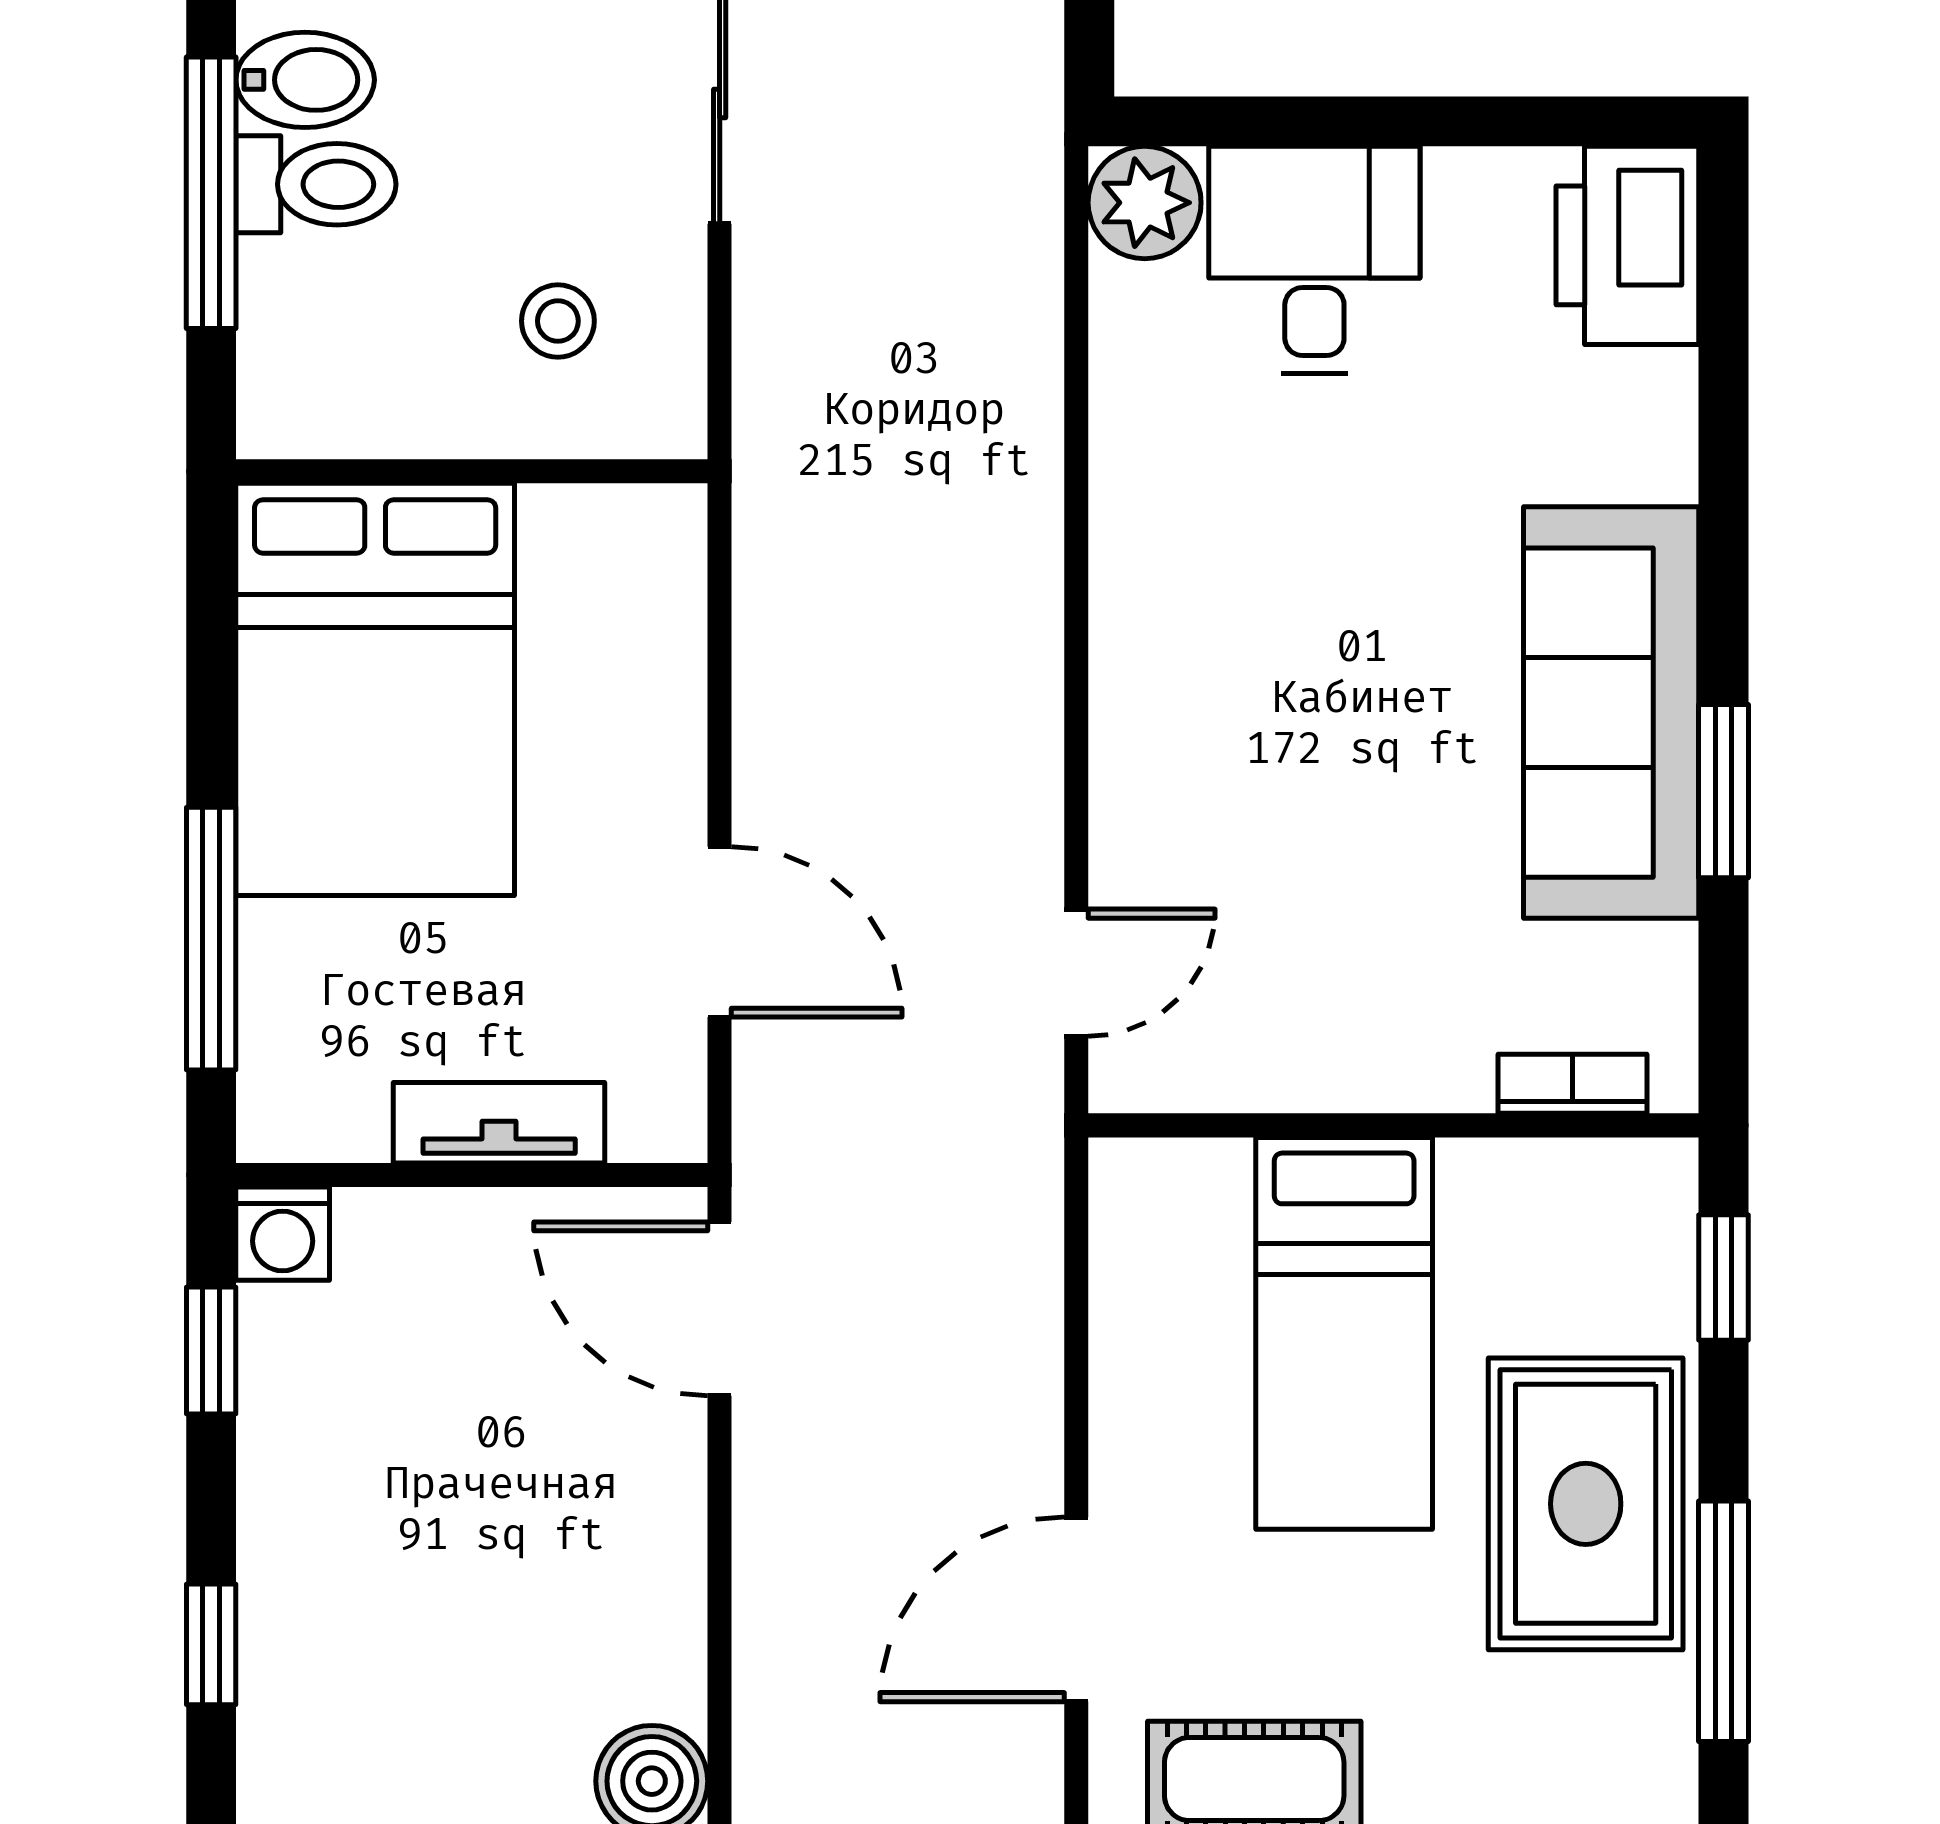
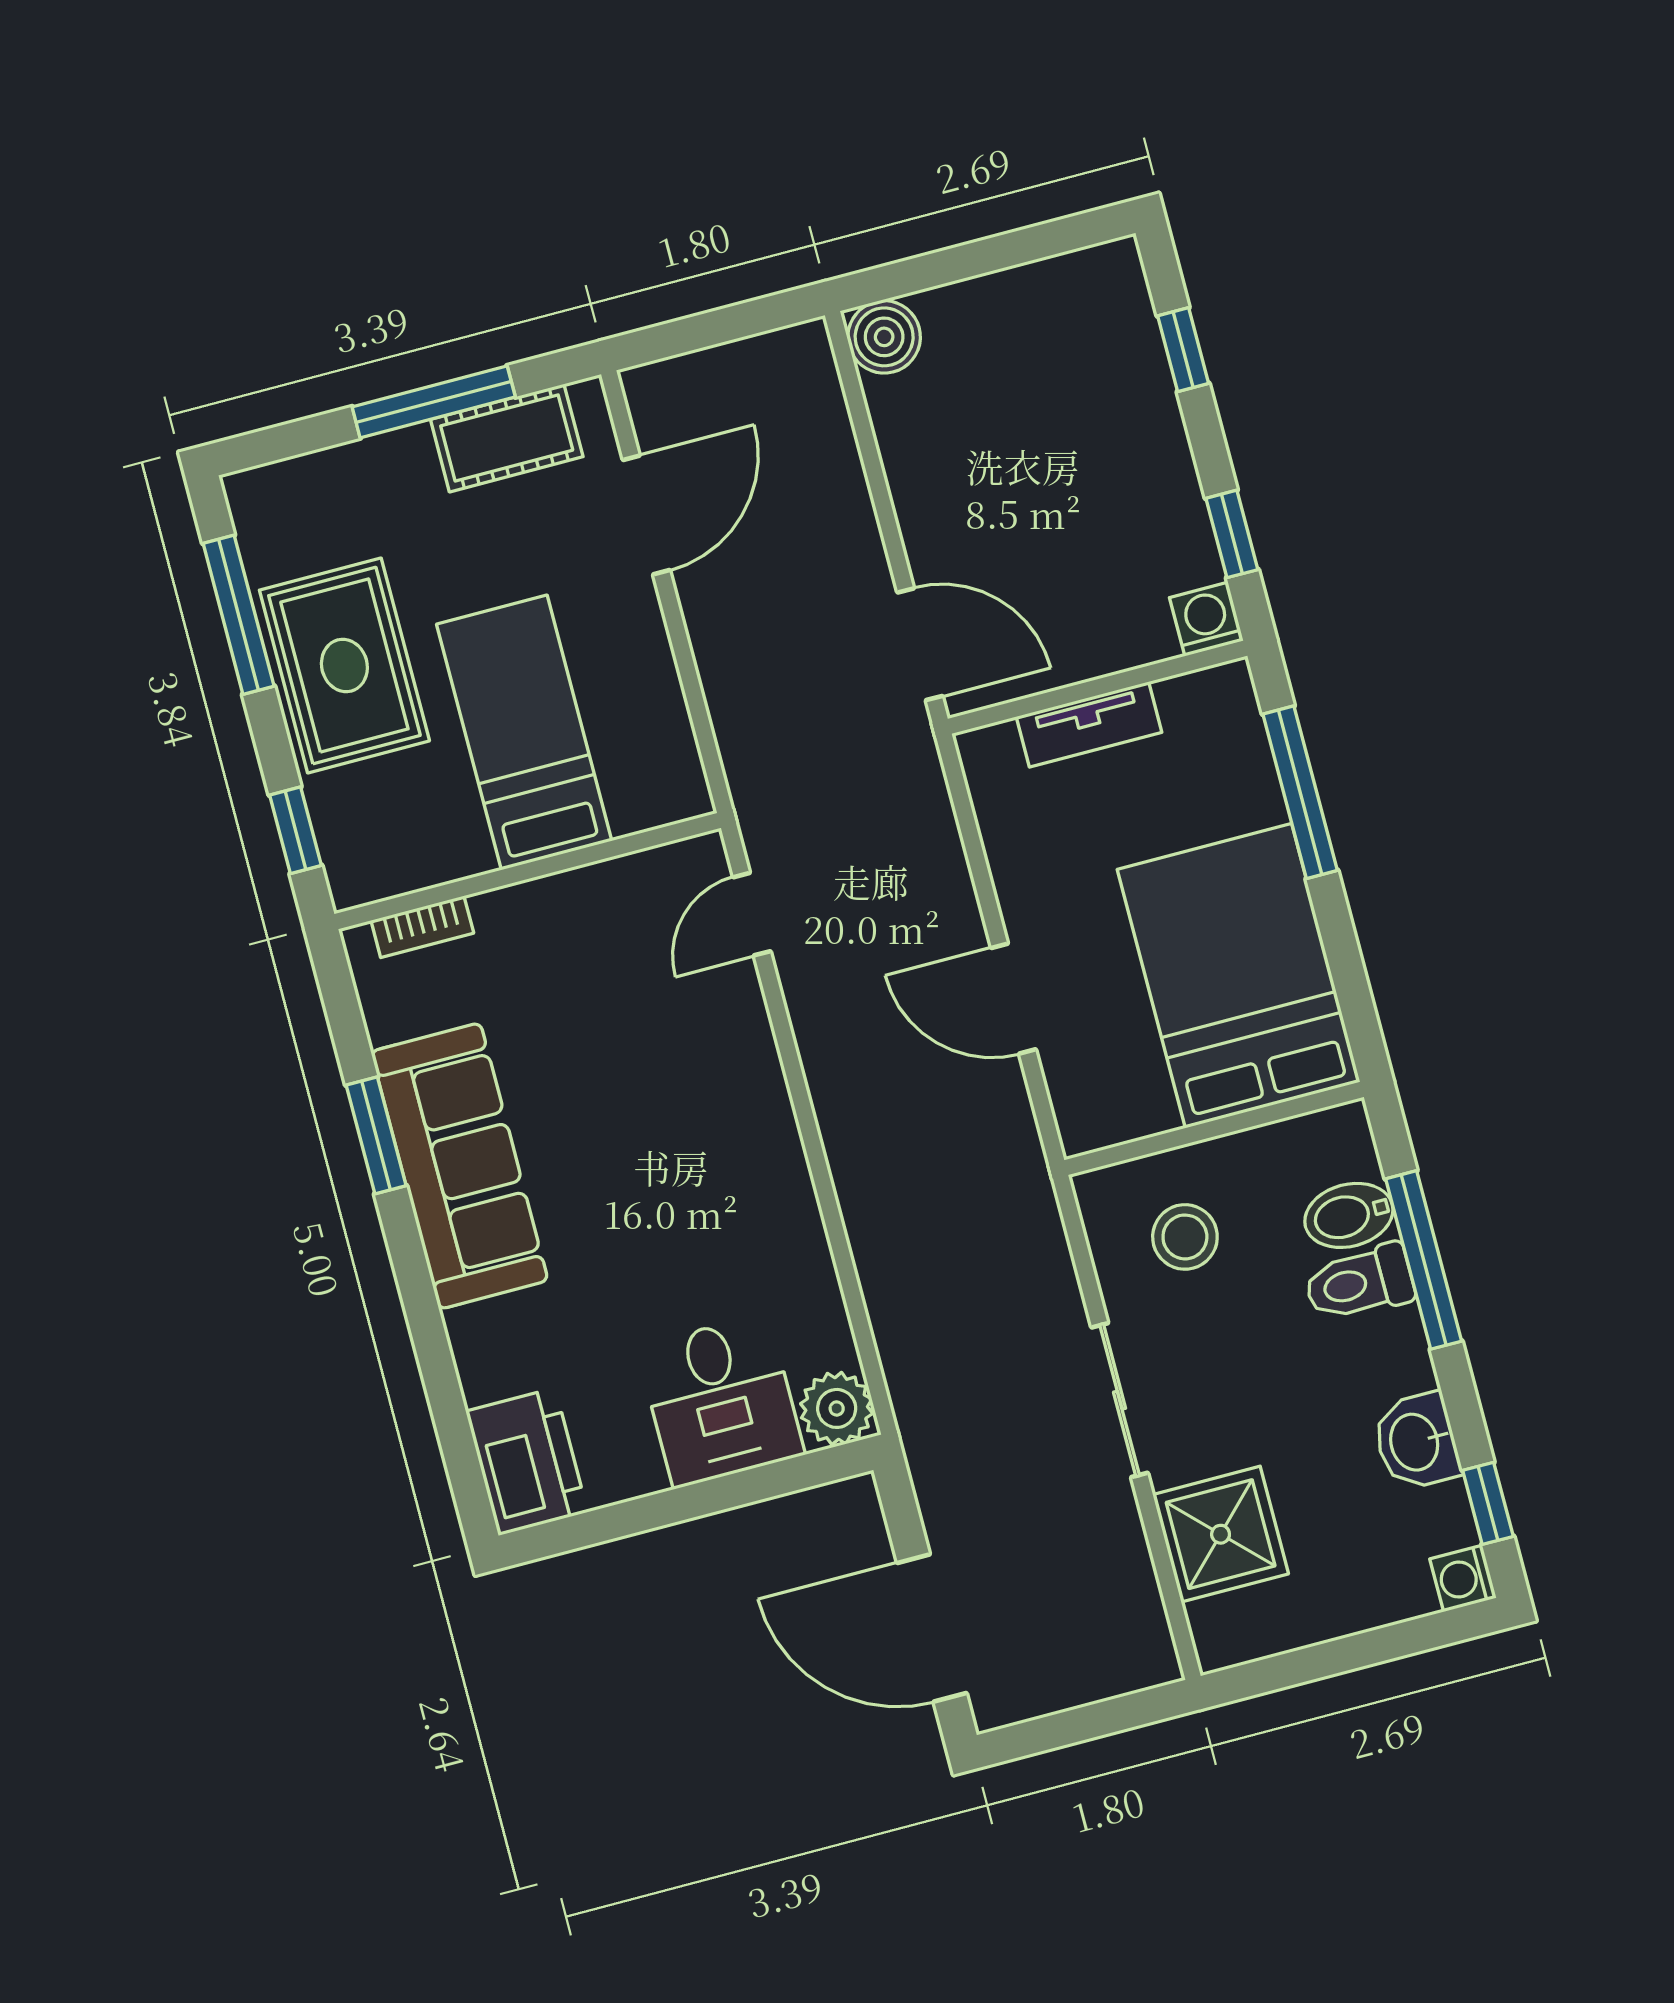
bidet: (305, 80) -> (1349, 1215), moved
stool: (558, 321) -> (1185, 1237), width x1.37, depth x1.37
door: (720, 932) -> (1014, 999), moved

